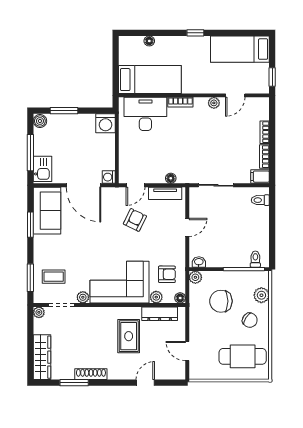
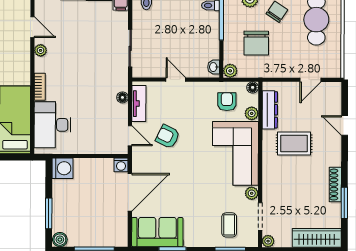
kitchen sink: (42, 169) -> (112, 237), removed

